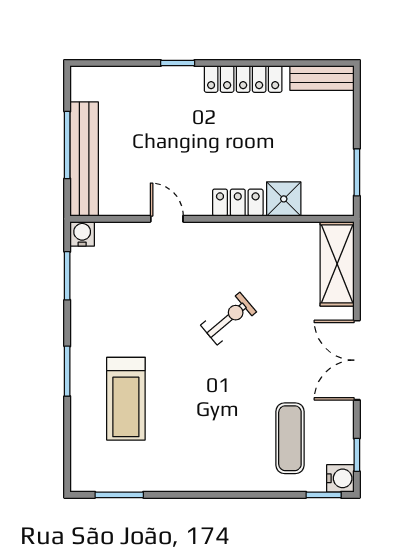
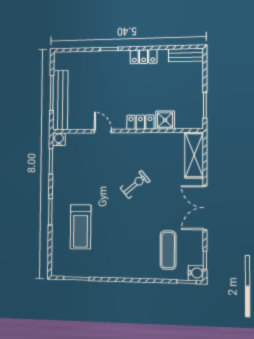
locker: (243, 79) -> (144, 57), width x0.66

